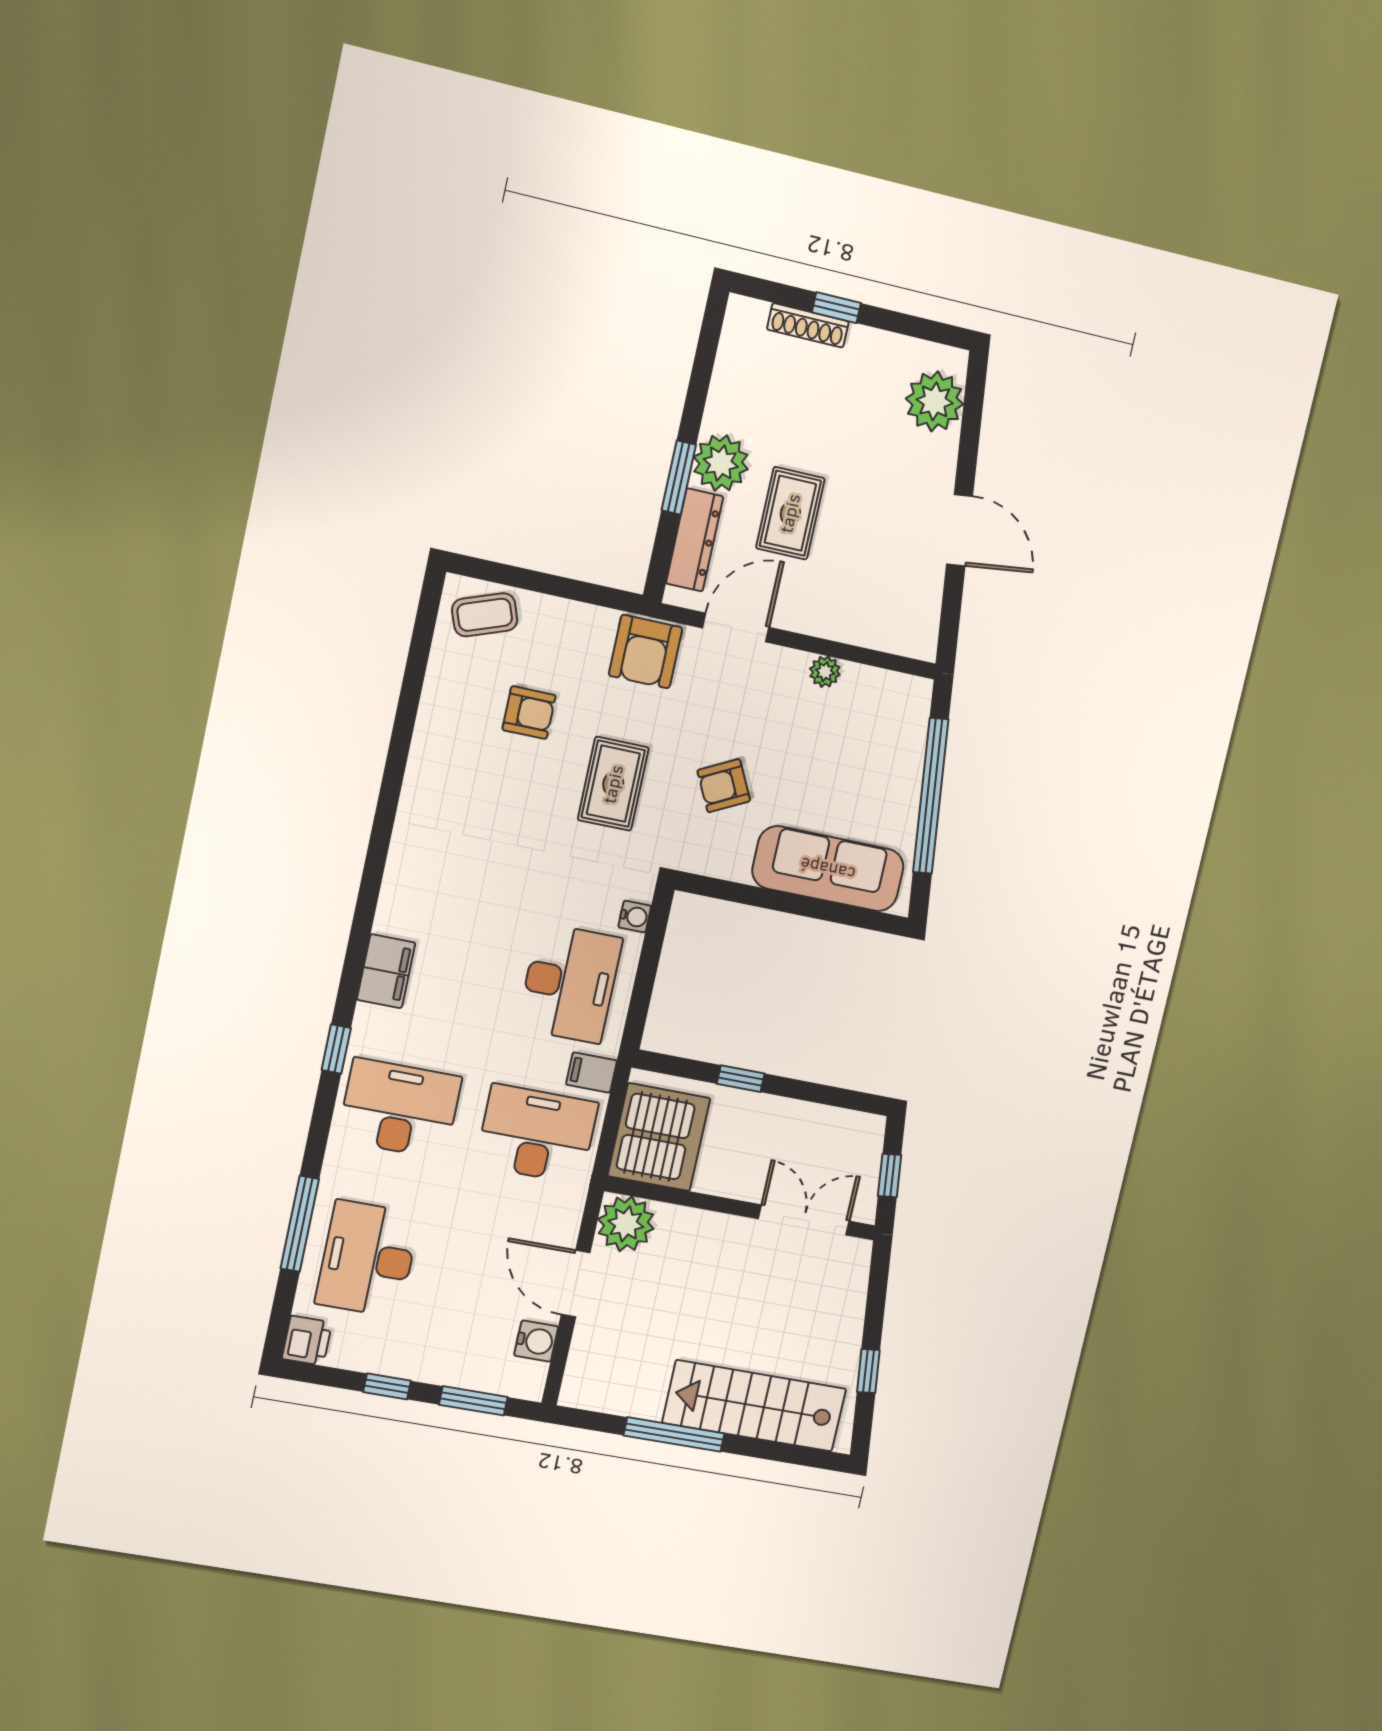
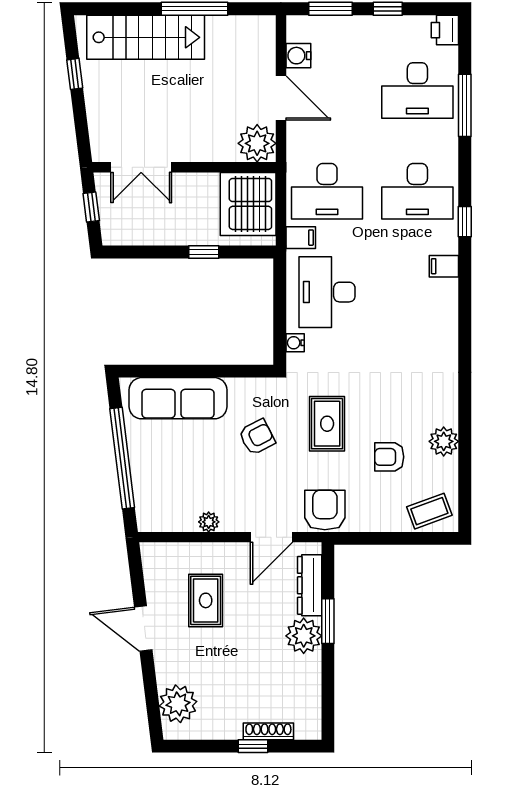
rug: (790, 513) -> (206, 600), moved
plant: (439, 719) -> (444, 441), added
filing cabinet: (386, 971) -> (444, 266), width x0.50
desk: (368, 1259) -> (417, 90), turned 90

